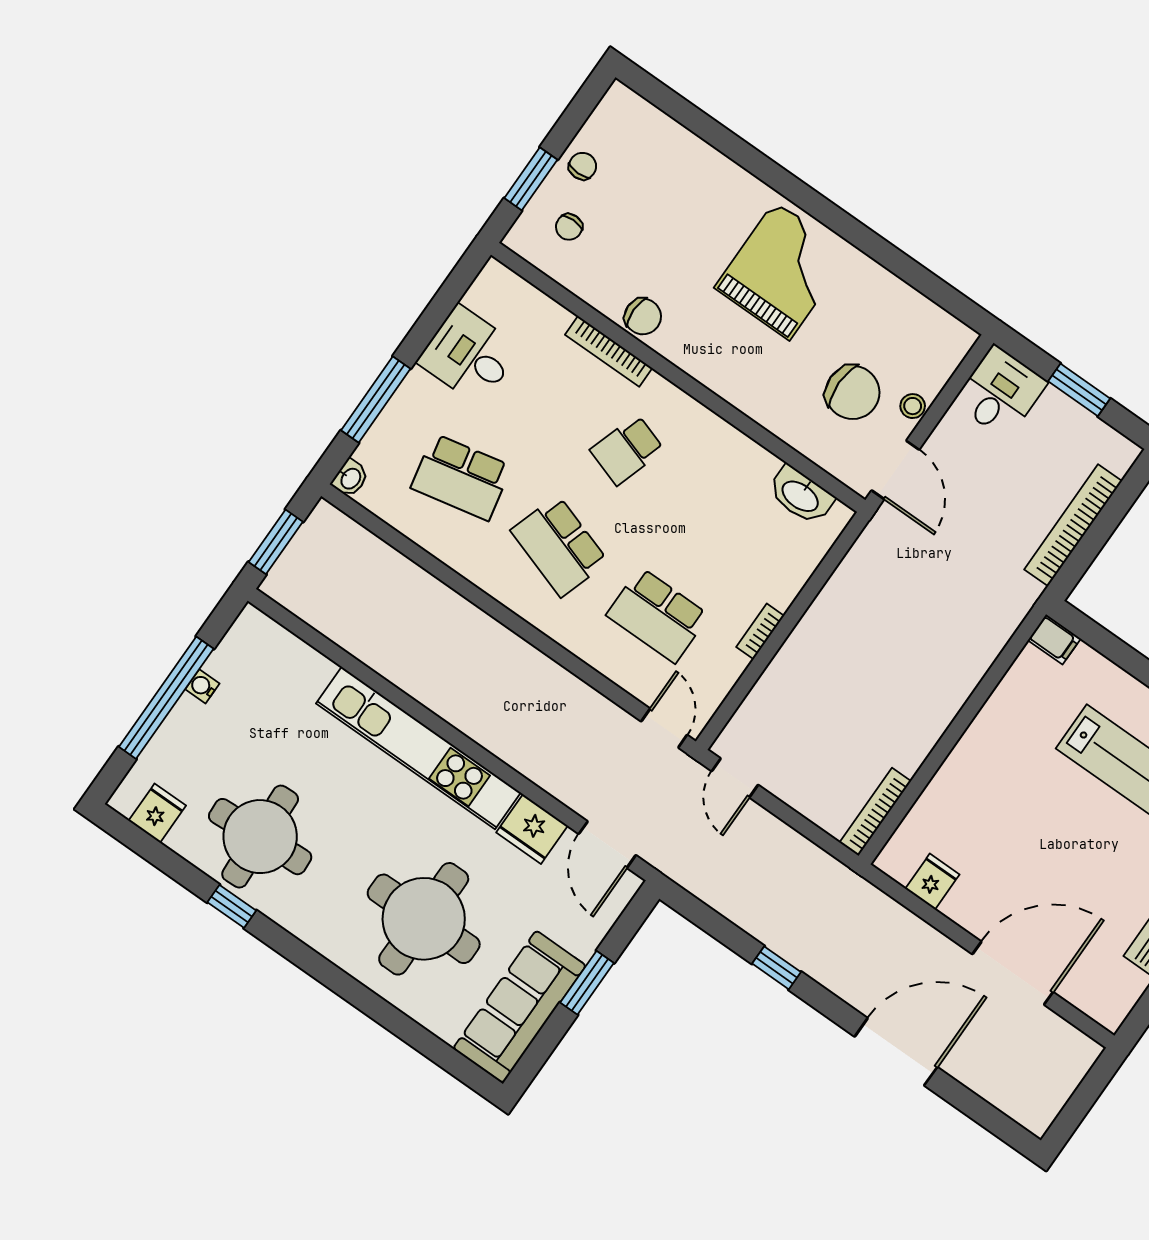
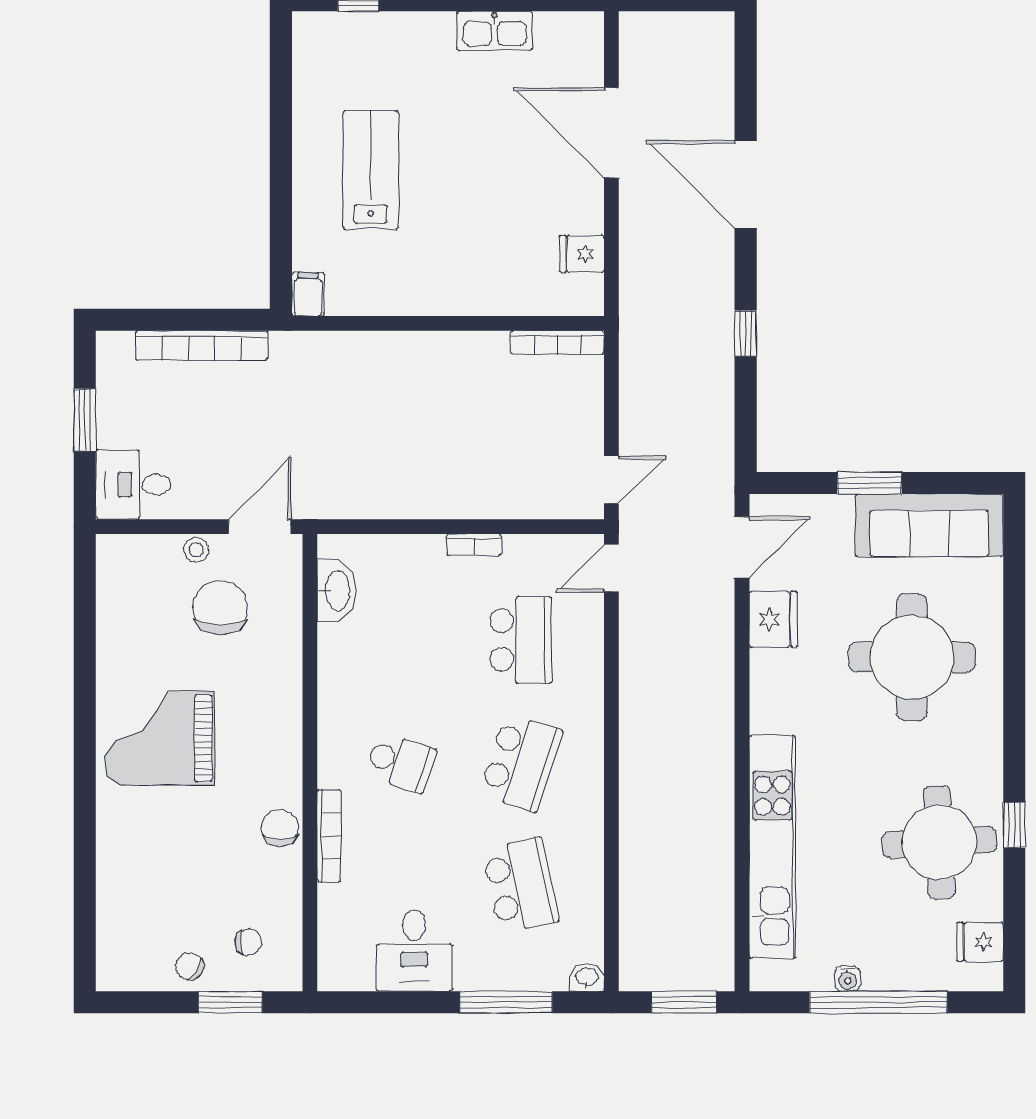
chair: (583, 166) -> (190, 966), turned 34
kitchen unit: (418, 748) -> (772, 847), moved

